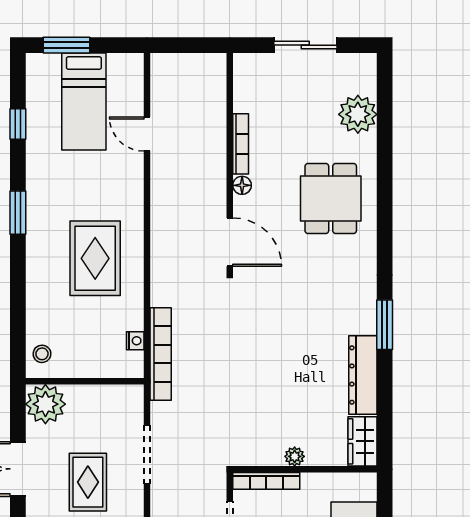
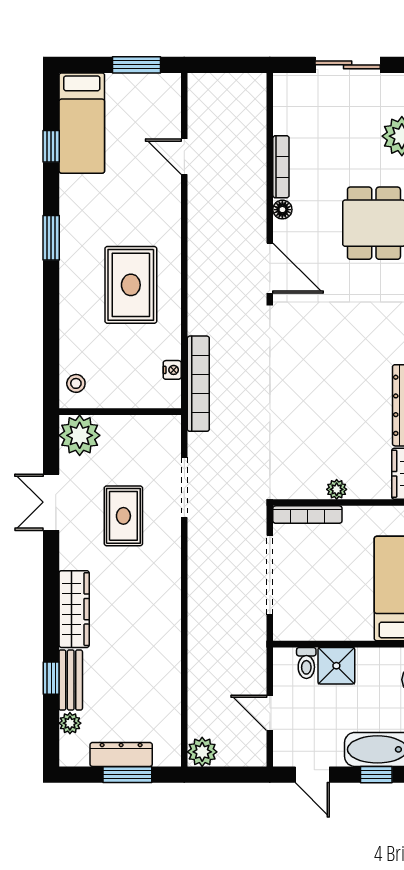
window: (66, 45) -> (137, 65), moved
bed: (84, 101) -> (82, 123), moved

